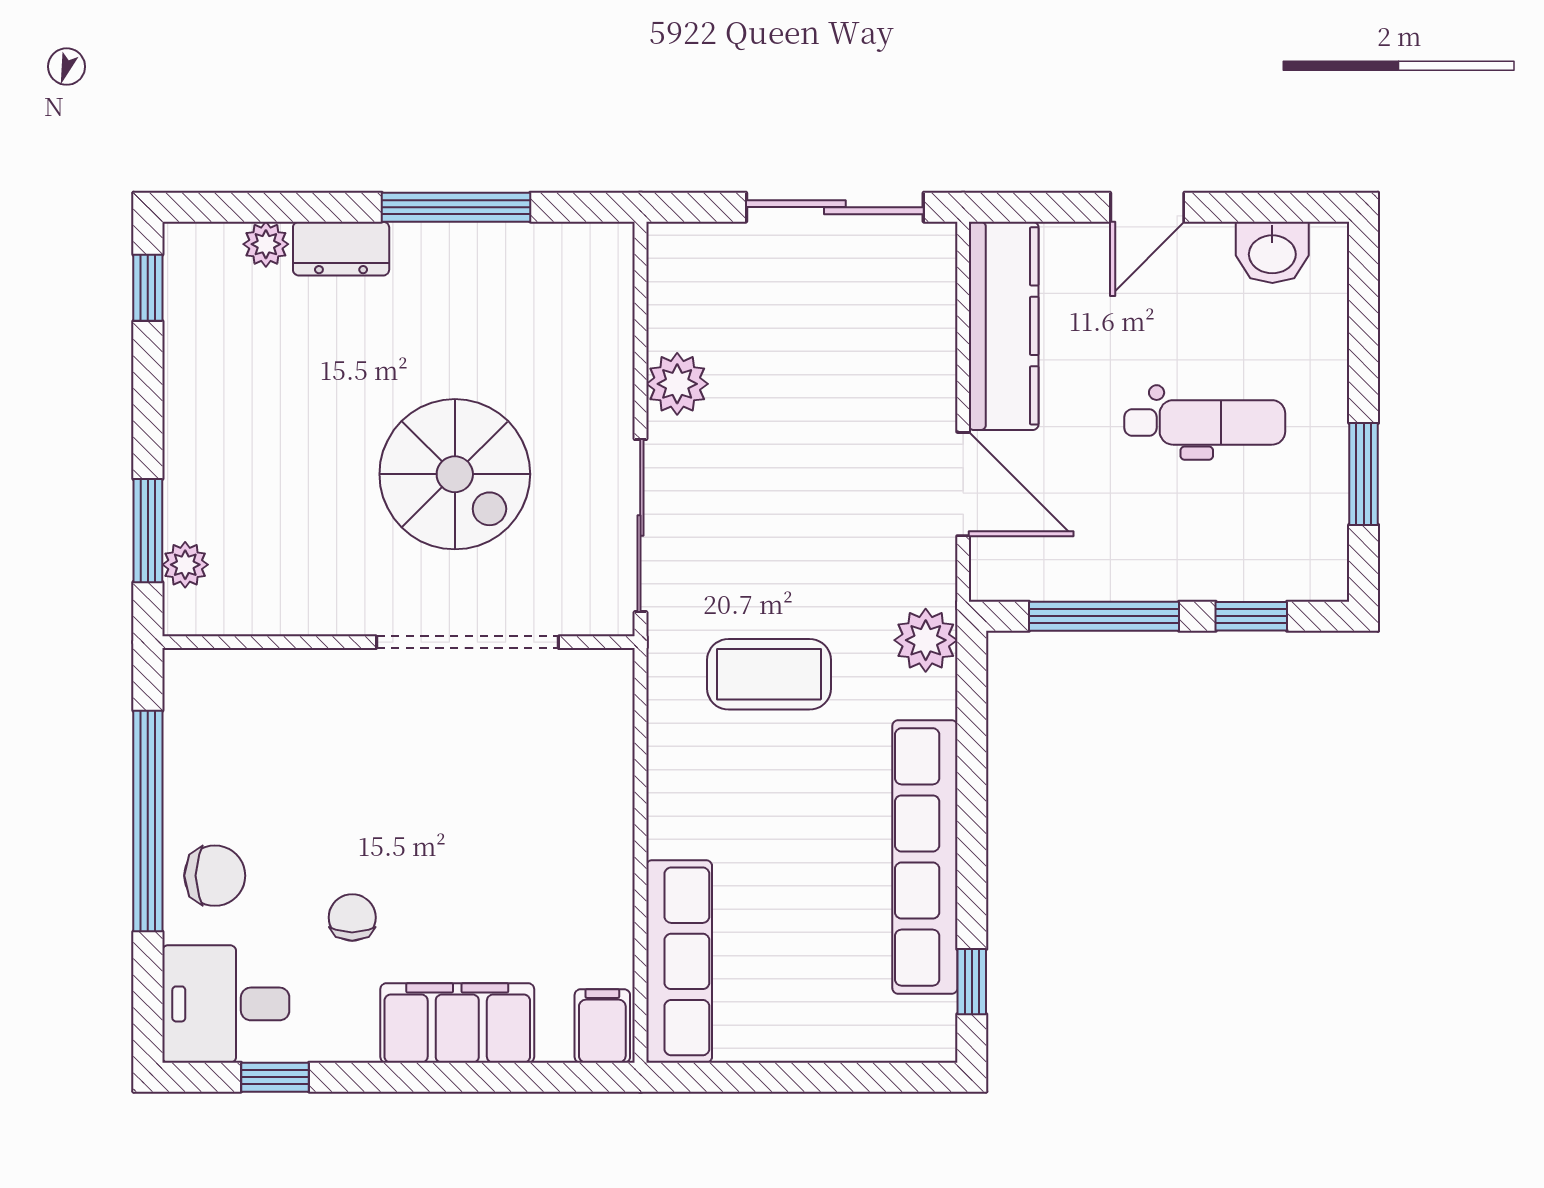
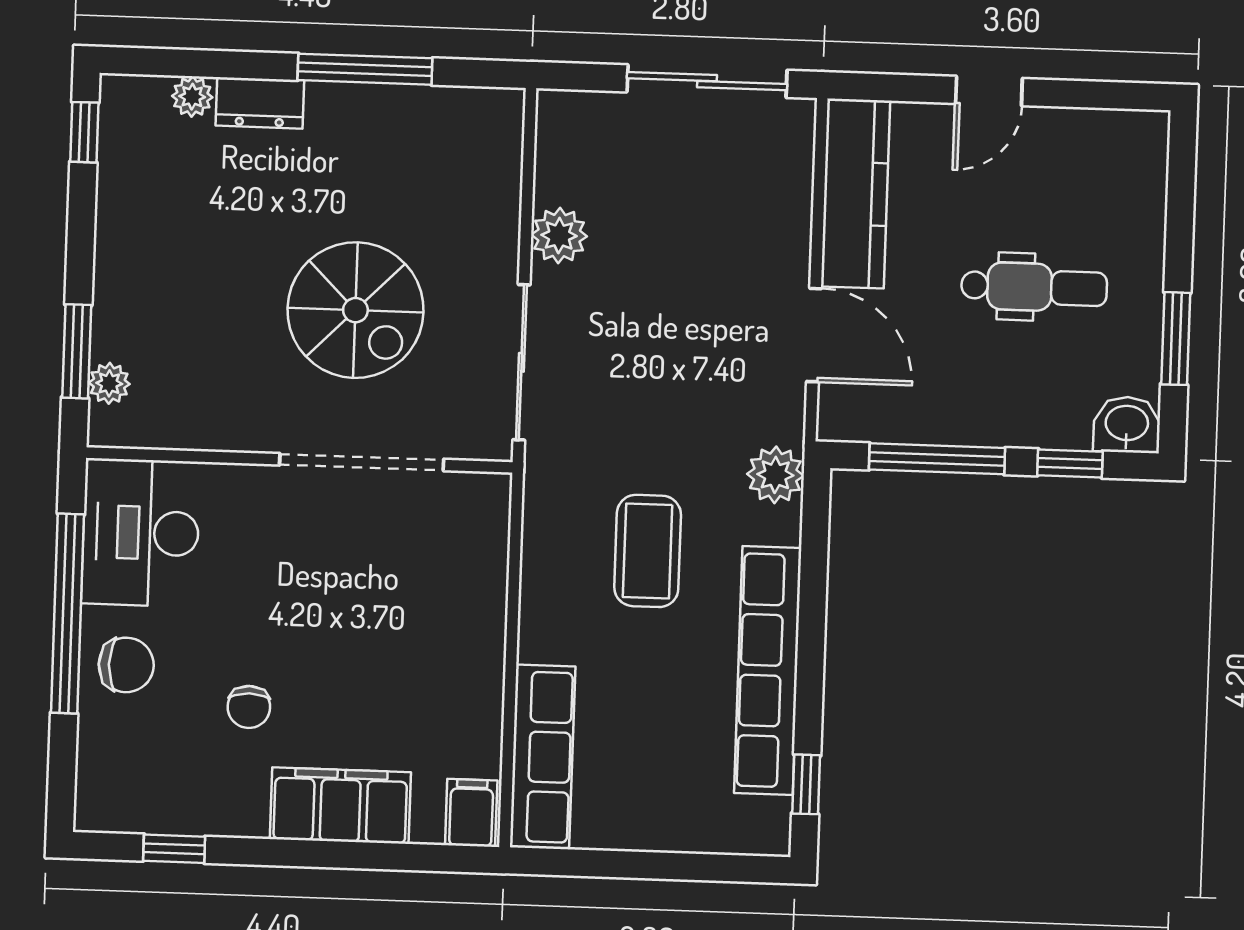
washbasin: (1272, 252) -> (1127, 425), moved, turned 180
coffee table: (769, 674) -> (648, 551), moved, turned 90
chair: (352, 917) -> (249, 707), turned 180
desk: (226, 1004) -> (141, 533), moved, width x1.37

